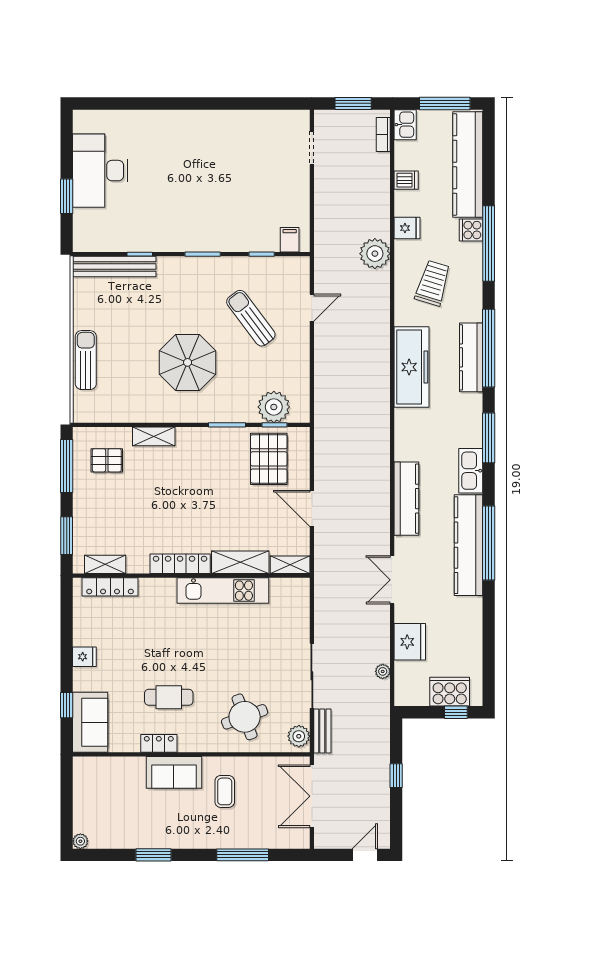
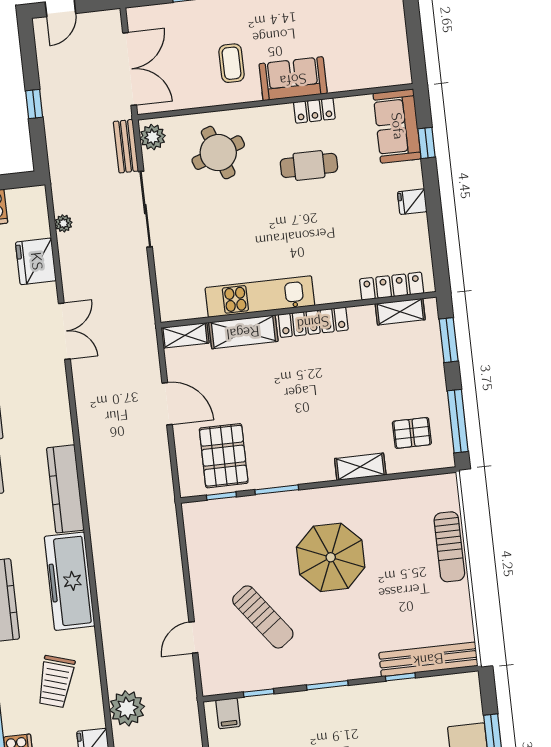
plant: (274, 407) -> (225, 517), removed
kitchen counter: (406, 499) -> (65, 489), moved

